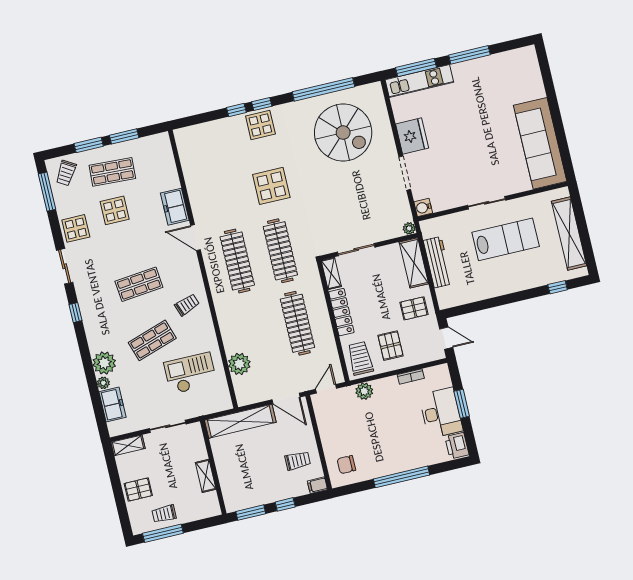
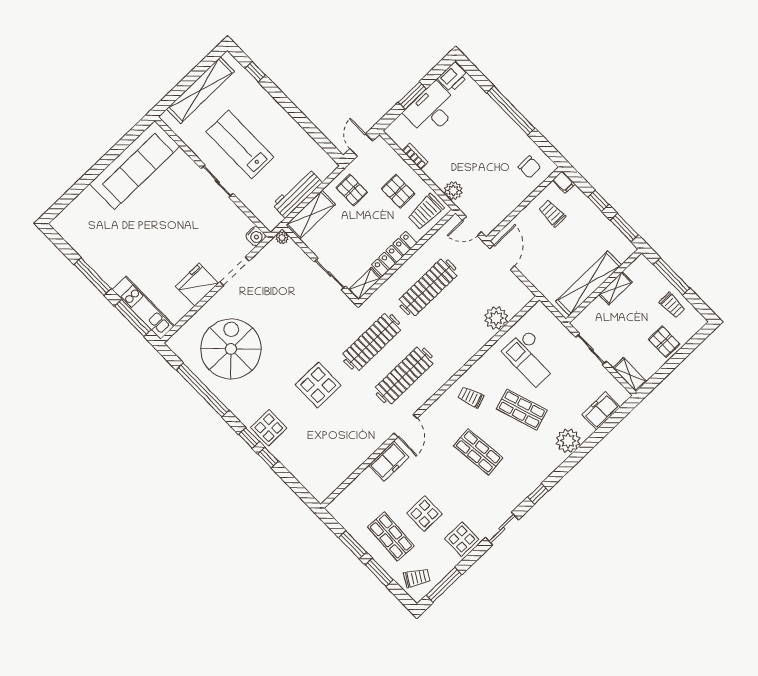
pallet: (391, 346) -> (398, 191), turned 90
plant: (103, 383) -> (587, 431), removed
shelving: (240, 421) -> (589, 283), moved, turned 90
window: (163, 533) -> (672, 276), moved

